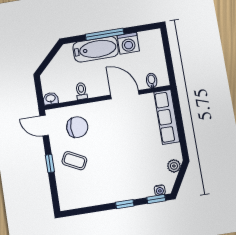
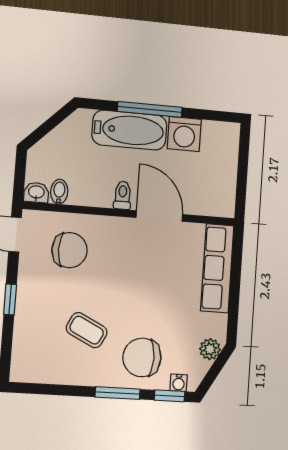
bidet: (152, 81) -> (59, 192), moved
toilet: (81, 91) -> (123, 195), moved
coffee table: (74, 161) -> (87, 330), moved
chair: (134, 180) -> (142, 357), added
window: (125, 204) -> (118, 393), width x1.50

